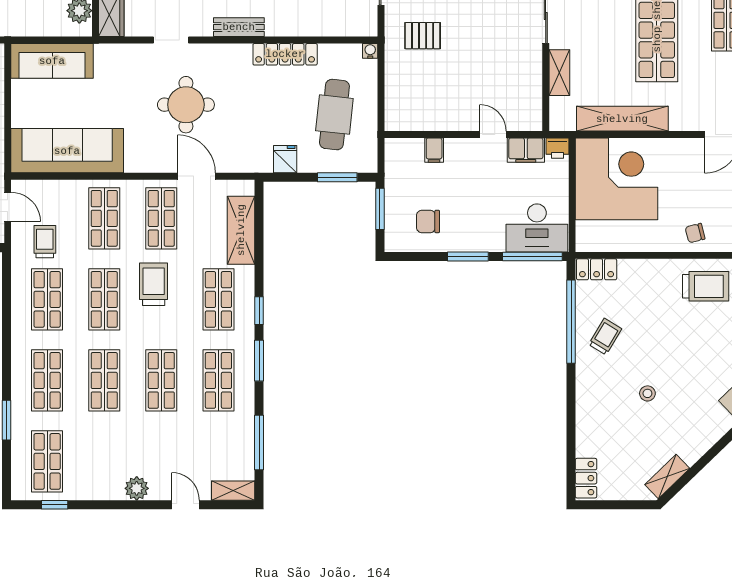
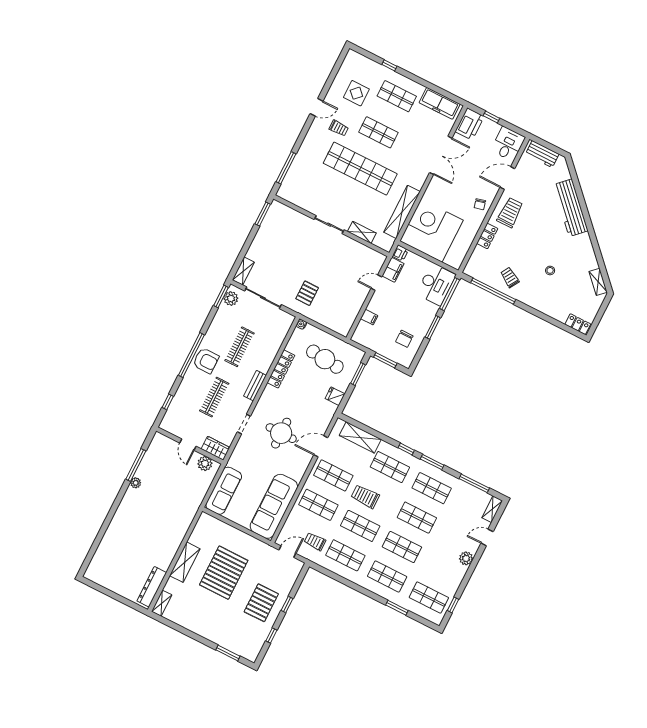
locker: (597, 269) -> (487, 236), moved

